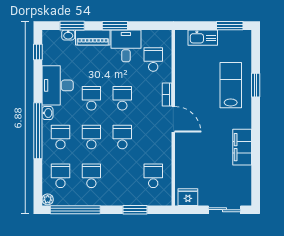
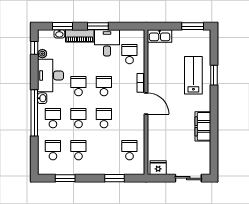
kitchen sink: (203, 38) -> (160, 36), moved
plant: (48, 199) -> (42, 54), moved
window: (75, 210) -> (65, 178), width x0.47

